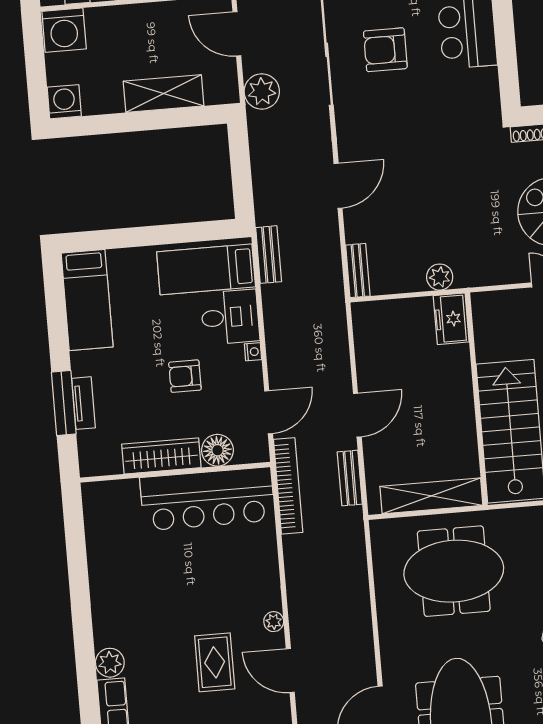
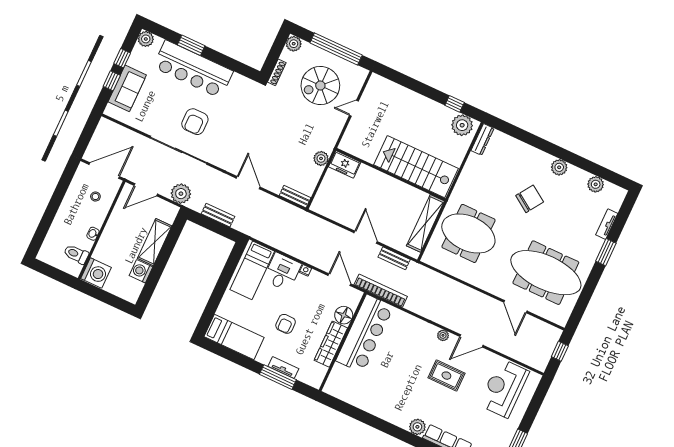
washing machine: (64, 102) -> (141, 271), moved
bench: (269, 255) -> (218, 215), moved
armchair: (185, 376) -> (286, 324), moved
meeting table: (454, 571) -> (468, 233), turned 90

